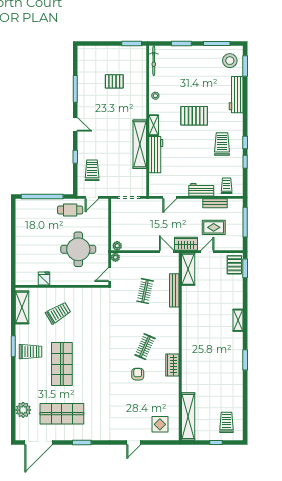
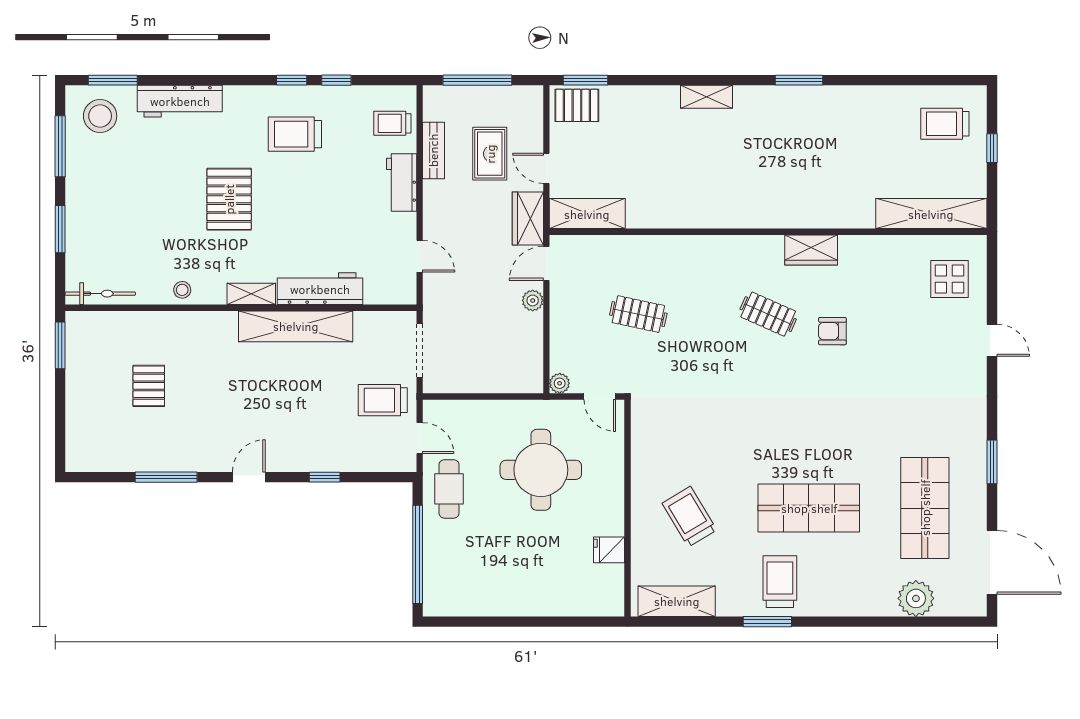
trolley: (92, 170) -> (383, 400), moved
plant: (117, 246) -> (533, 300), moved
bench: (174, 290) -> (637, 246), removed

